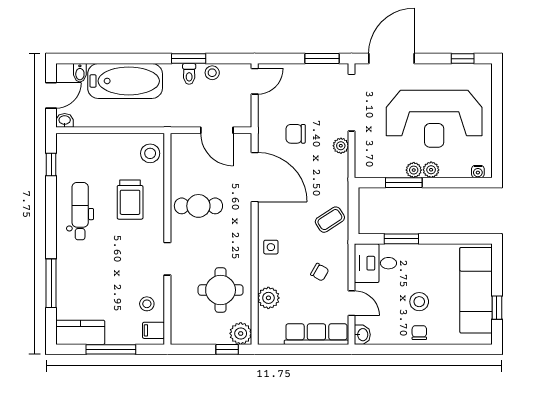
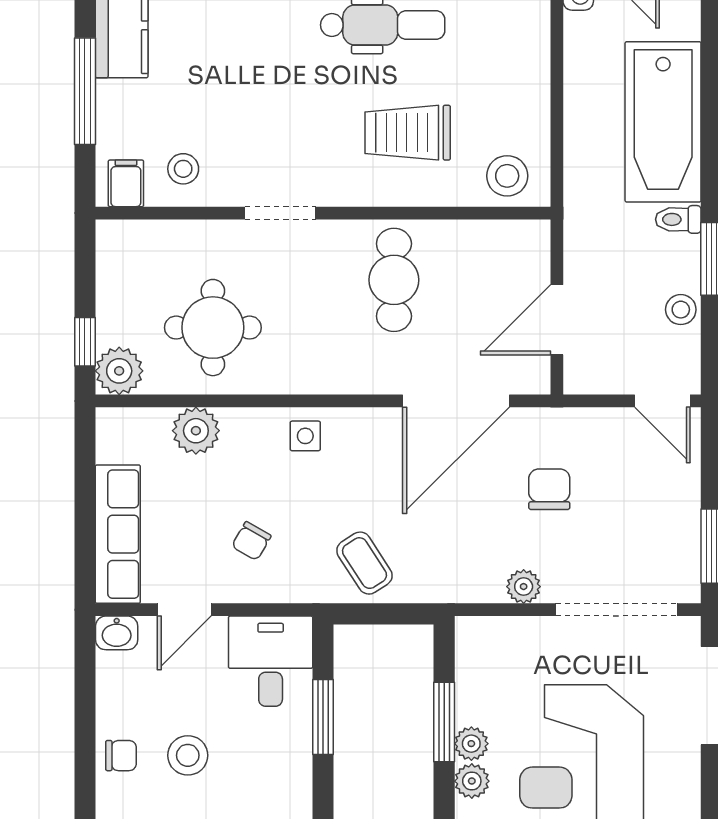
bidet: (80, 73) -> (681, 25), removed
toilet: (189, 74) -> (678, 219), moved

